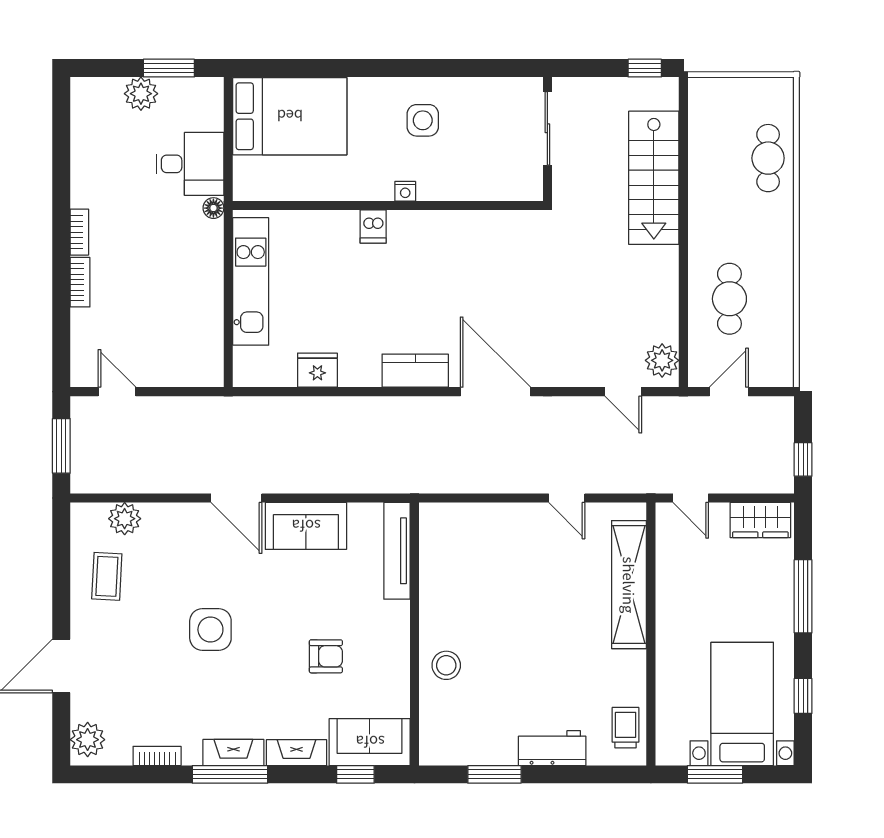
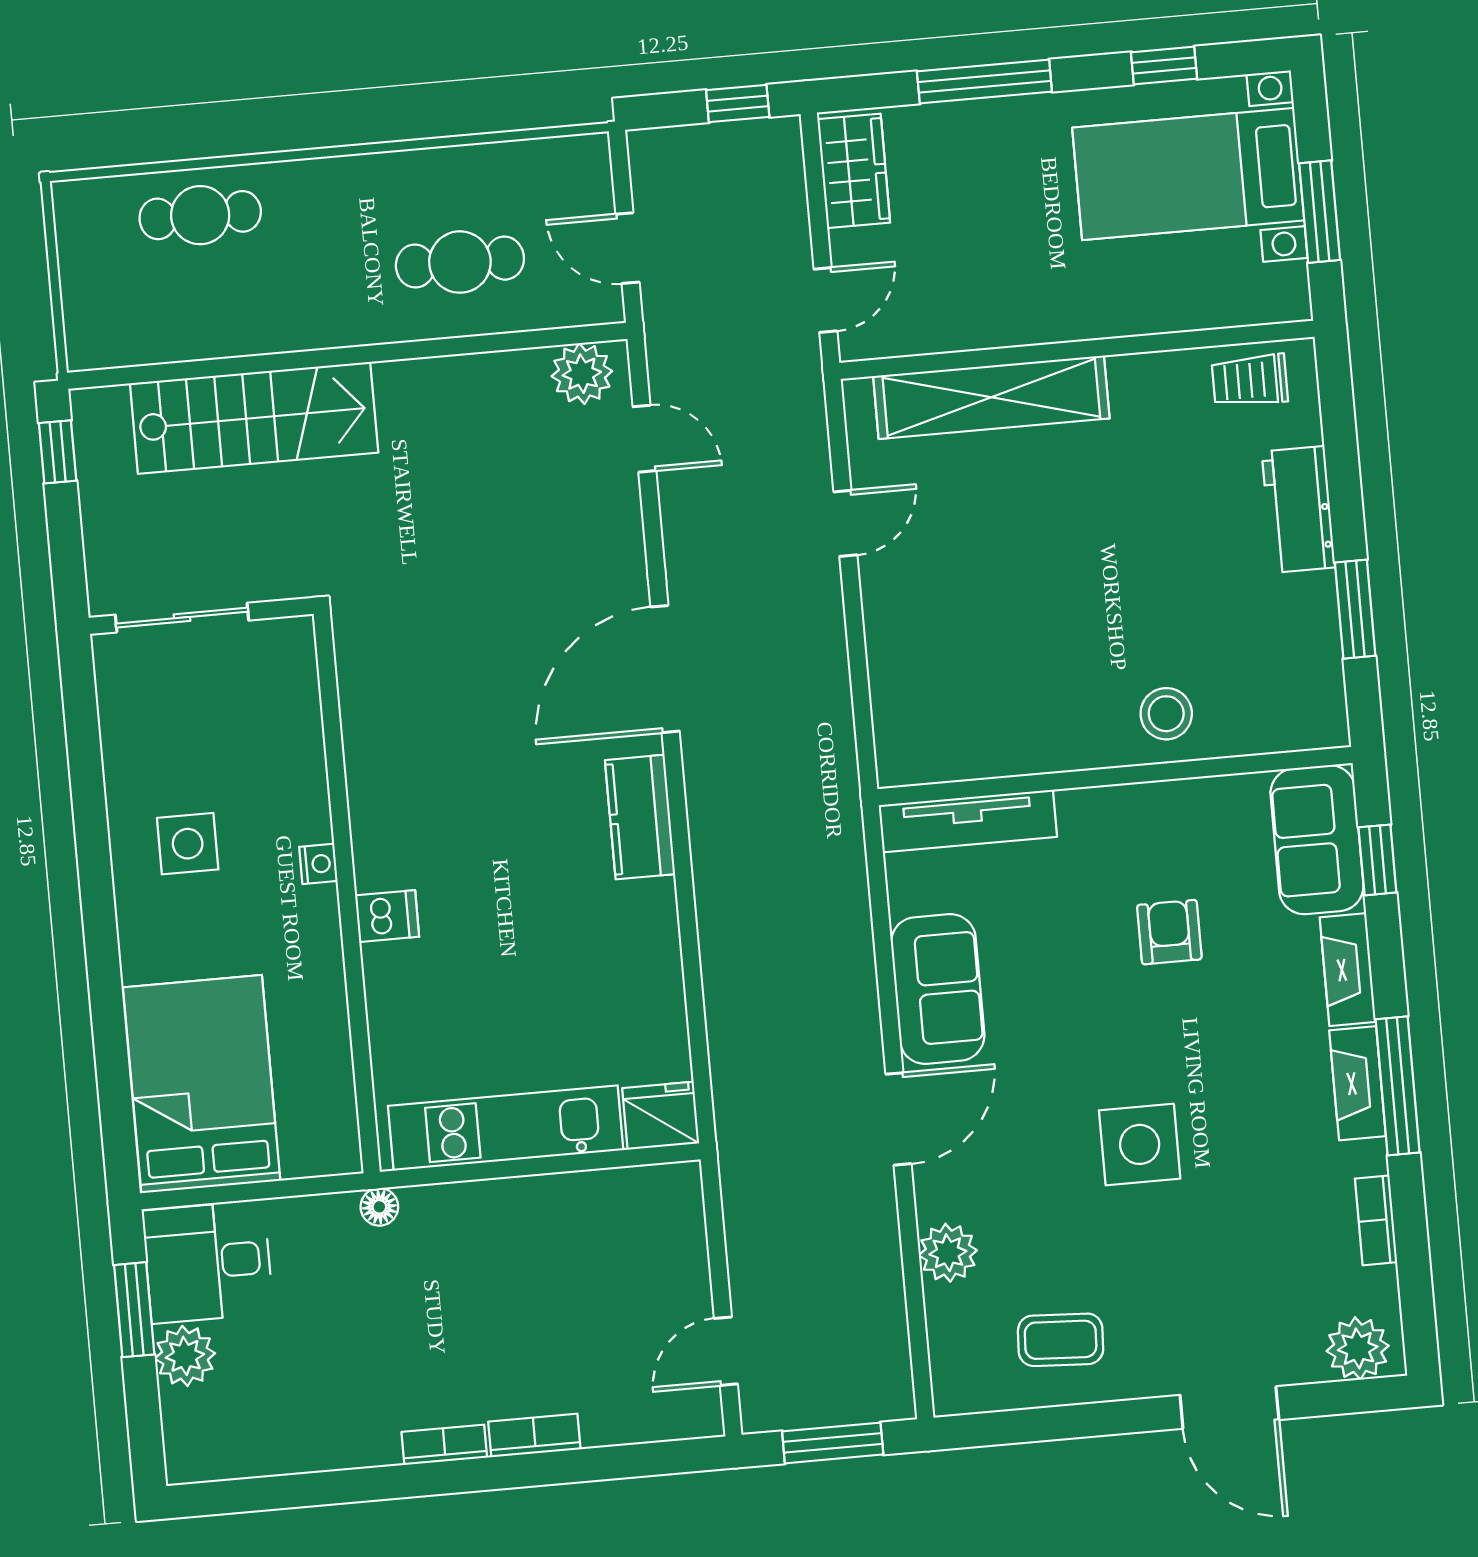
desk: (190, 164) -> (208, 1262), moved, turned -90
fridge: (317, 370) -> (661, 1116), moved, turned 90
door: (623, 392) -> (644, 439), hinge flipped
plant: (125, 519) -> (948, 1253), moved

